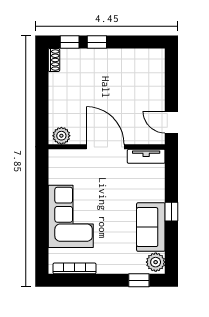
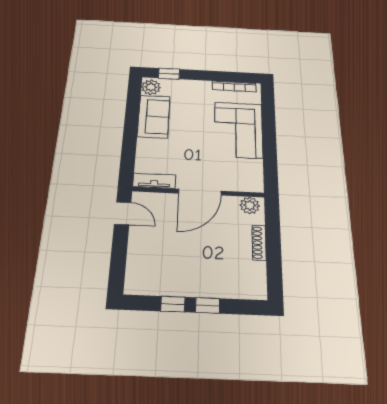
window: (70, 42) -> (173, 304), moved
shoe rack: (54, 60) -> (259, 243), moved, width x1.43
door: (105, 147) -> (200, 192), hinge flipped
window: (171, 212) -> (131, 129), removed

